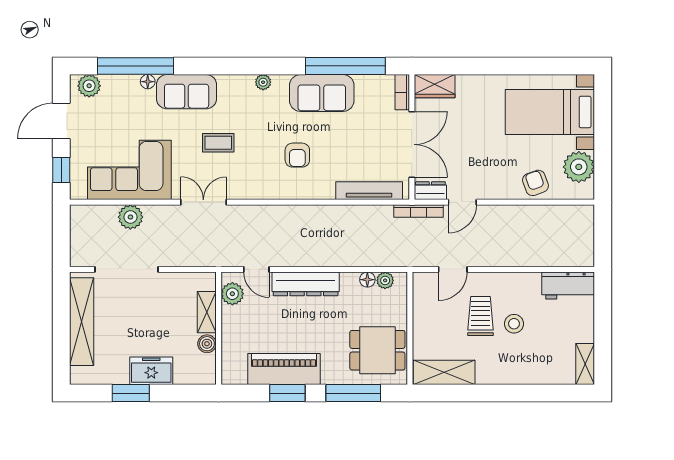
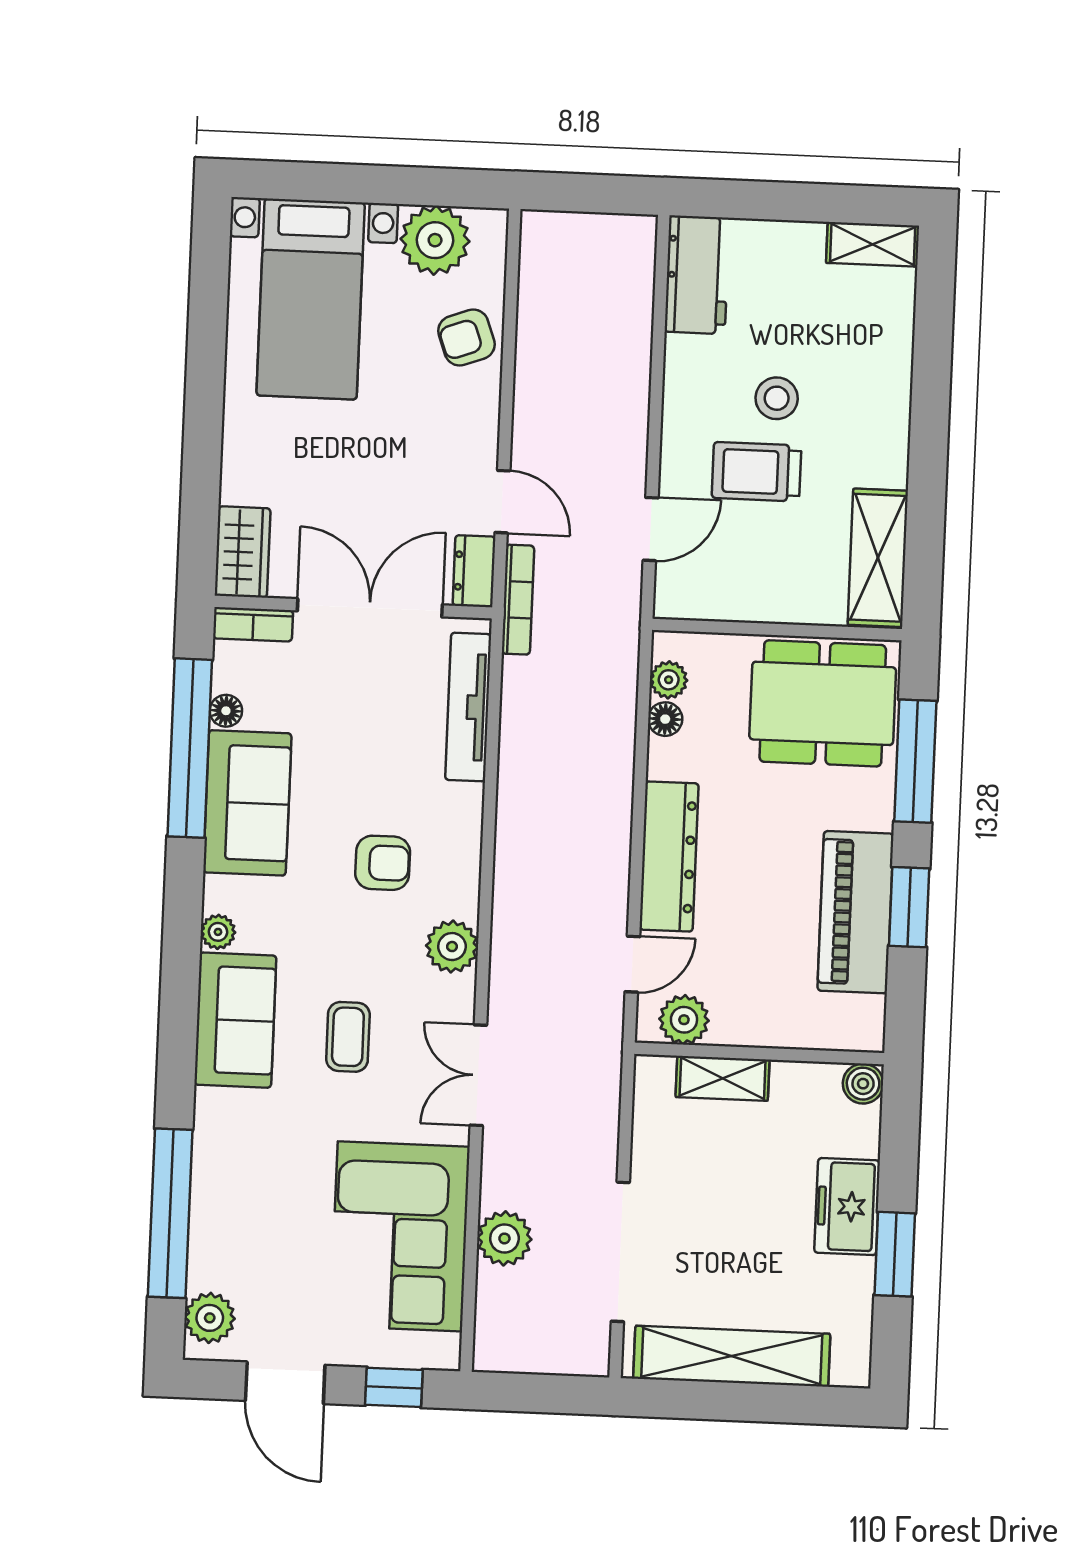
floor lamp: (148, 82) -> (226, 711), moved
sofa: (187, 92) -> (235, 1020), moved
plant: (261, 188) -> (452, 947), added
door: (453, 269) -> (651, 529), hinge flipped
boiler: (207, 344) -> (863, 1084), moved
dining table: (377, 350) -> (823, 703), width x1.38

